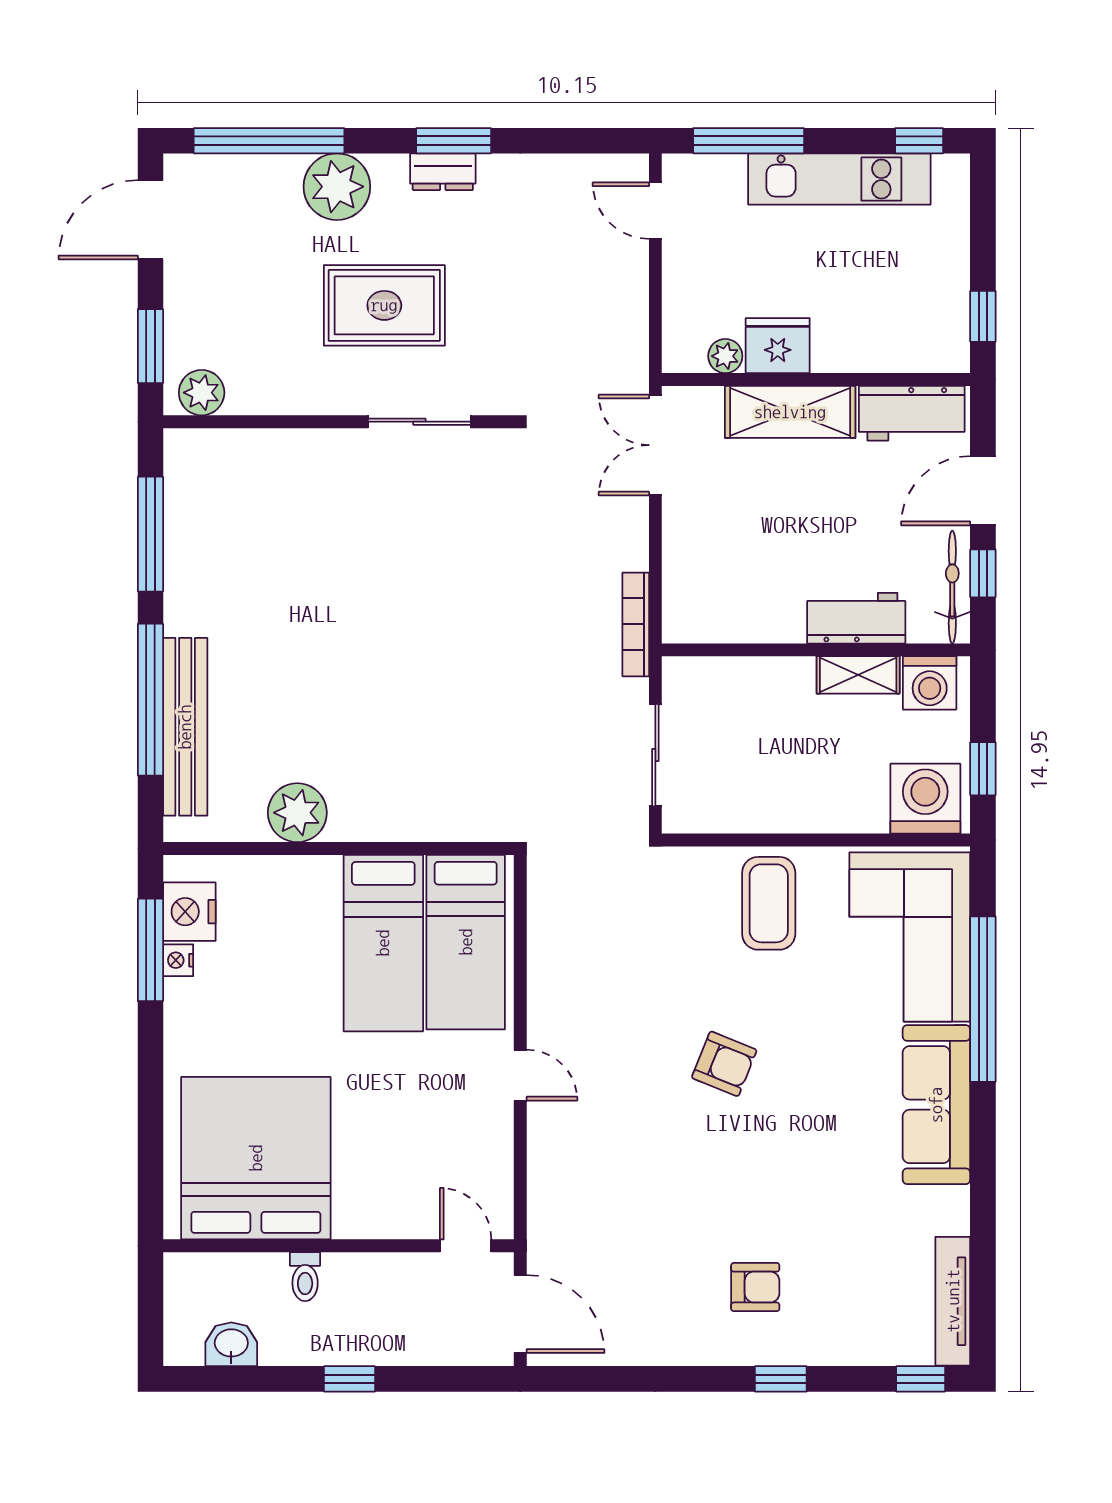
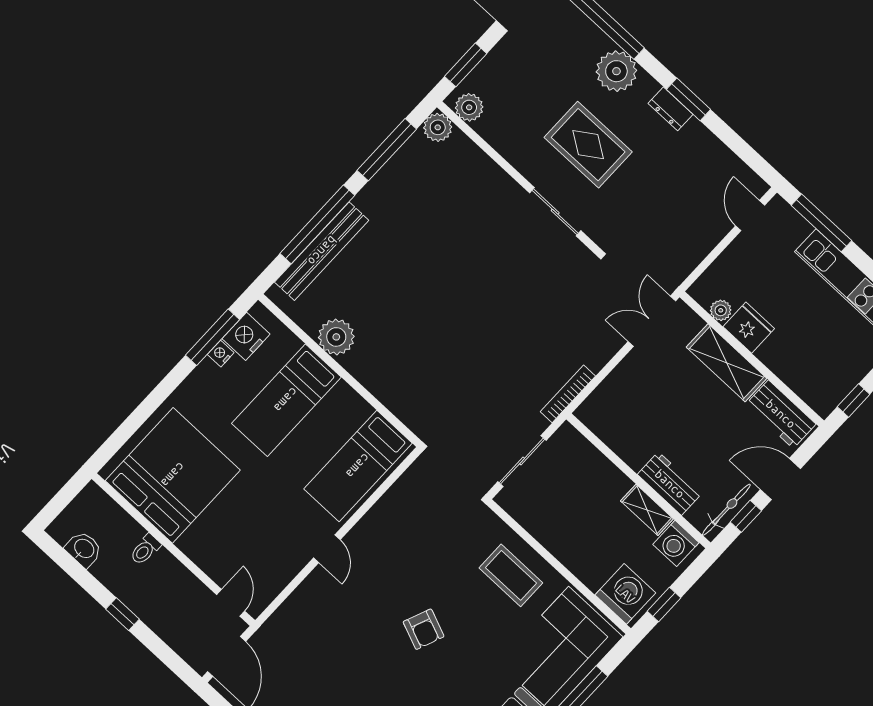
plant: (186, 451) -> (438, 127), added
coffee table: (769, 903) -> (511, 575), turned 90
bed: (383, 943) -> (286, 400), moved

